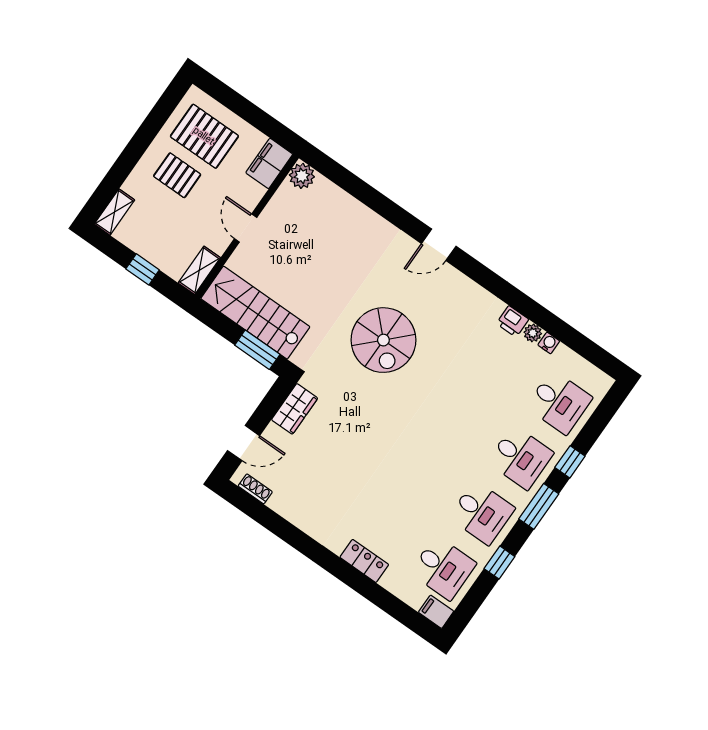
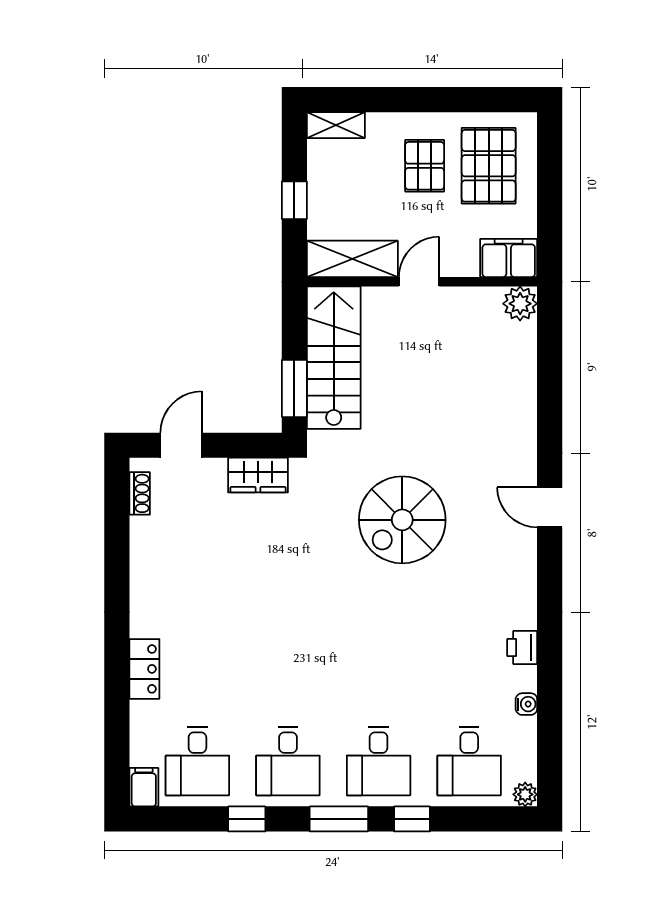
shelving: (199, 270) -> (352, 259), width x1.50, depth x1.33
plant: (533, 333) -> (525, 794), moved
door: (244, 443) -> (181, 445), swing flipped

